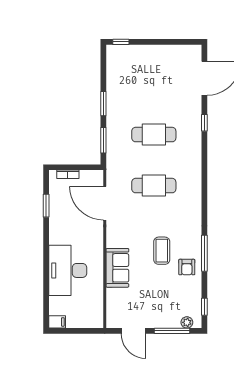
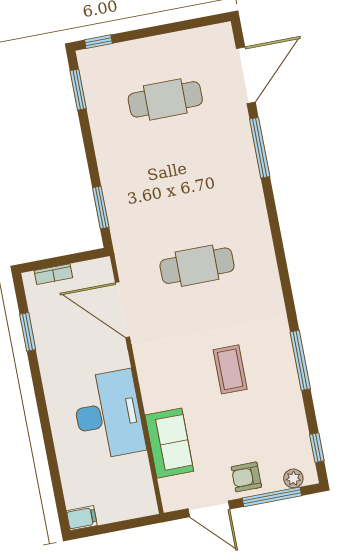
window: (103, 104) -> (78, 90), moved
window: (204, 123) -> (260, 148), width x2.17
cafe table: (154, 135) -> (165, 99), moved
armchair: (187, 267) -> (246, 477), moved, turned 90
sofa: (117, 268) -> (169, 443), moved
desk: (68, 270) -> (108, 415), moved, turned 180

